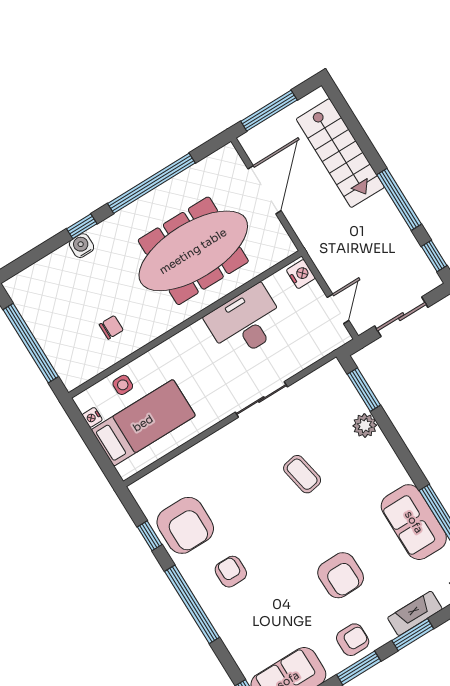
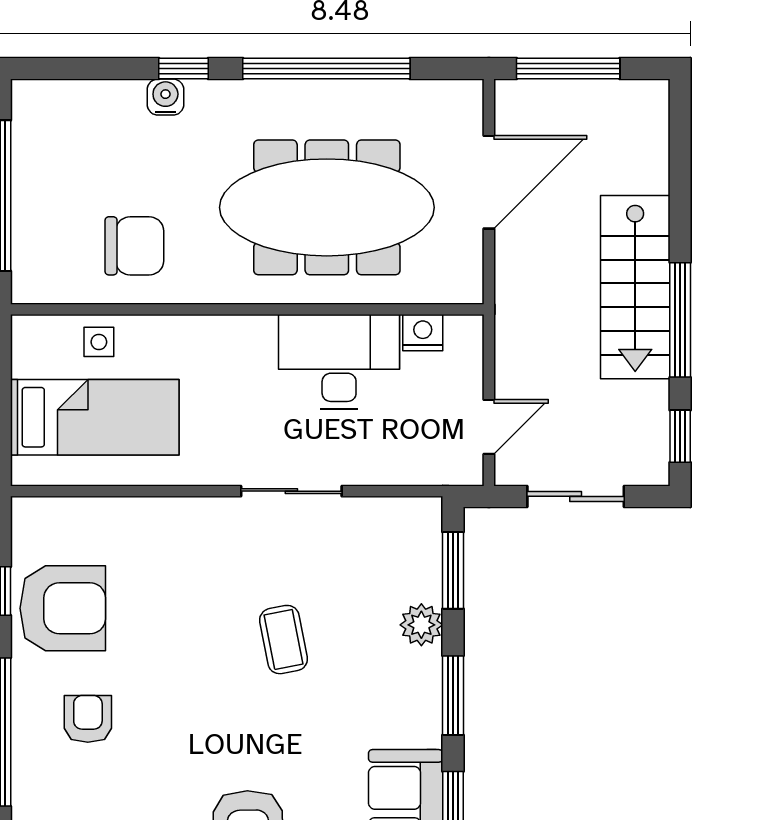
stairs: (340, 153) -> (635, 287), moved
nightstand: (301, 274) -> (423, 333), moved, turned -90
chair: (111, 327) -> (134, 246), width x1.87, depth x1.87
nightstand: (92, 417) -> (24, 362), removed
window: (401, 450) -> (453, 695), added
armchair: (185, 525) -> (63, 608), turned -90

